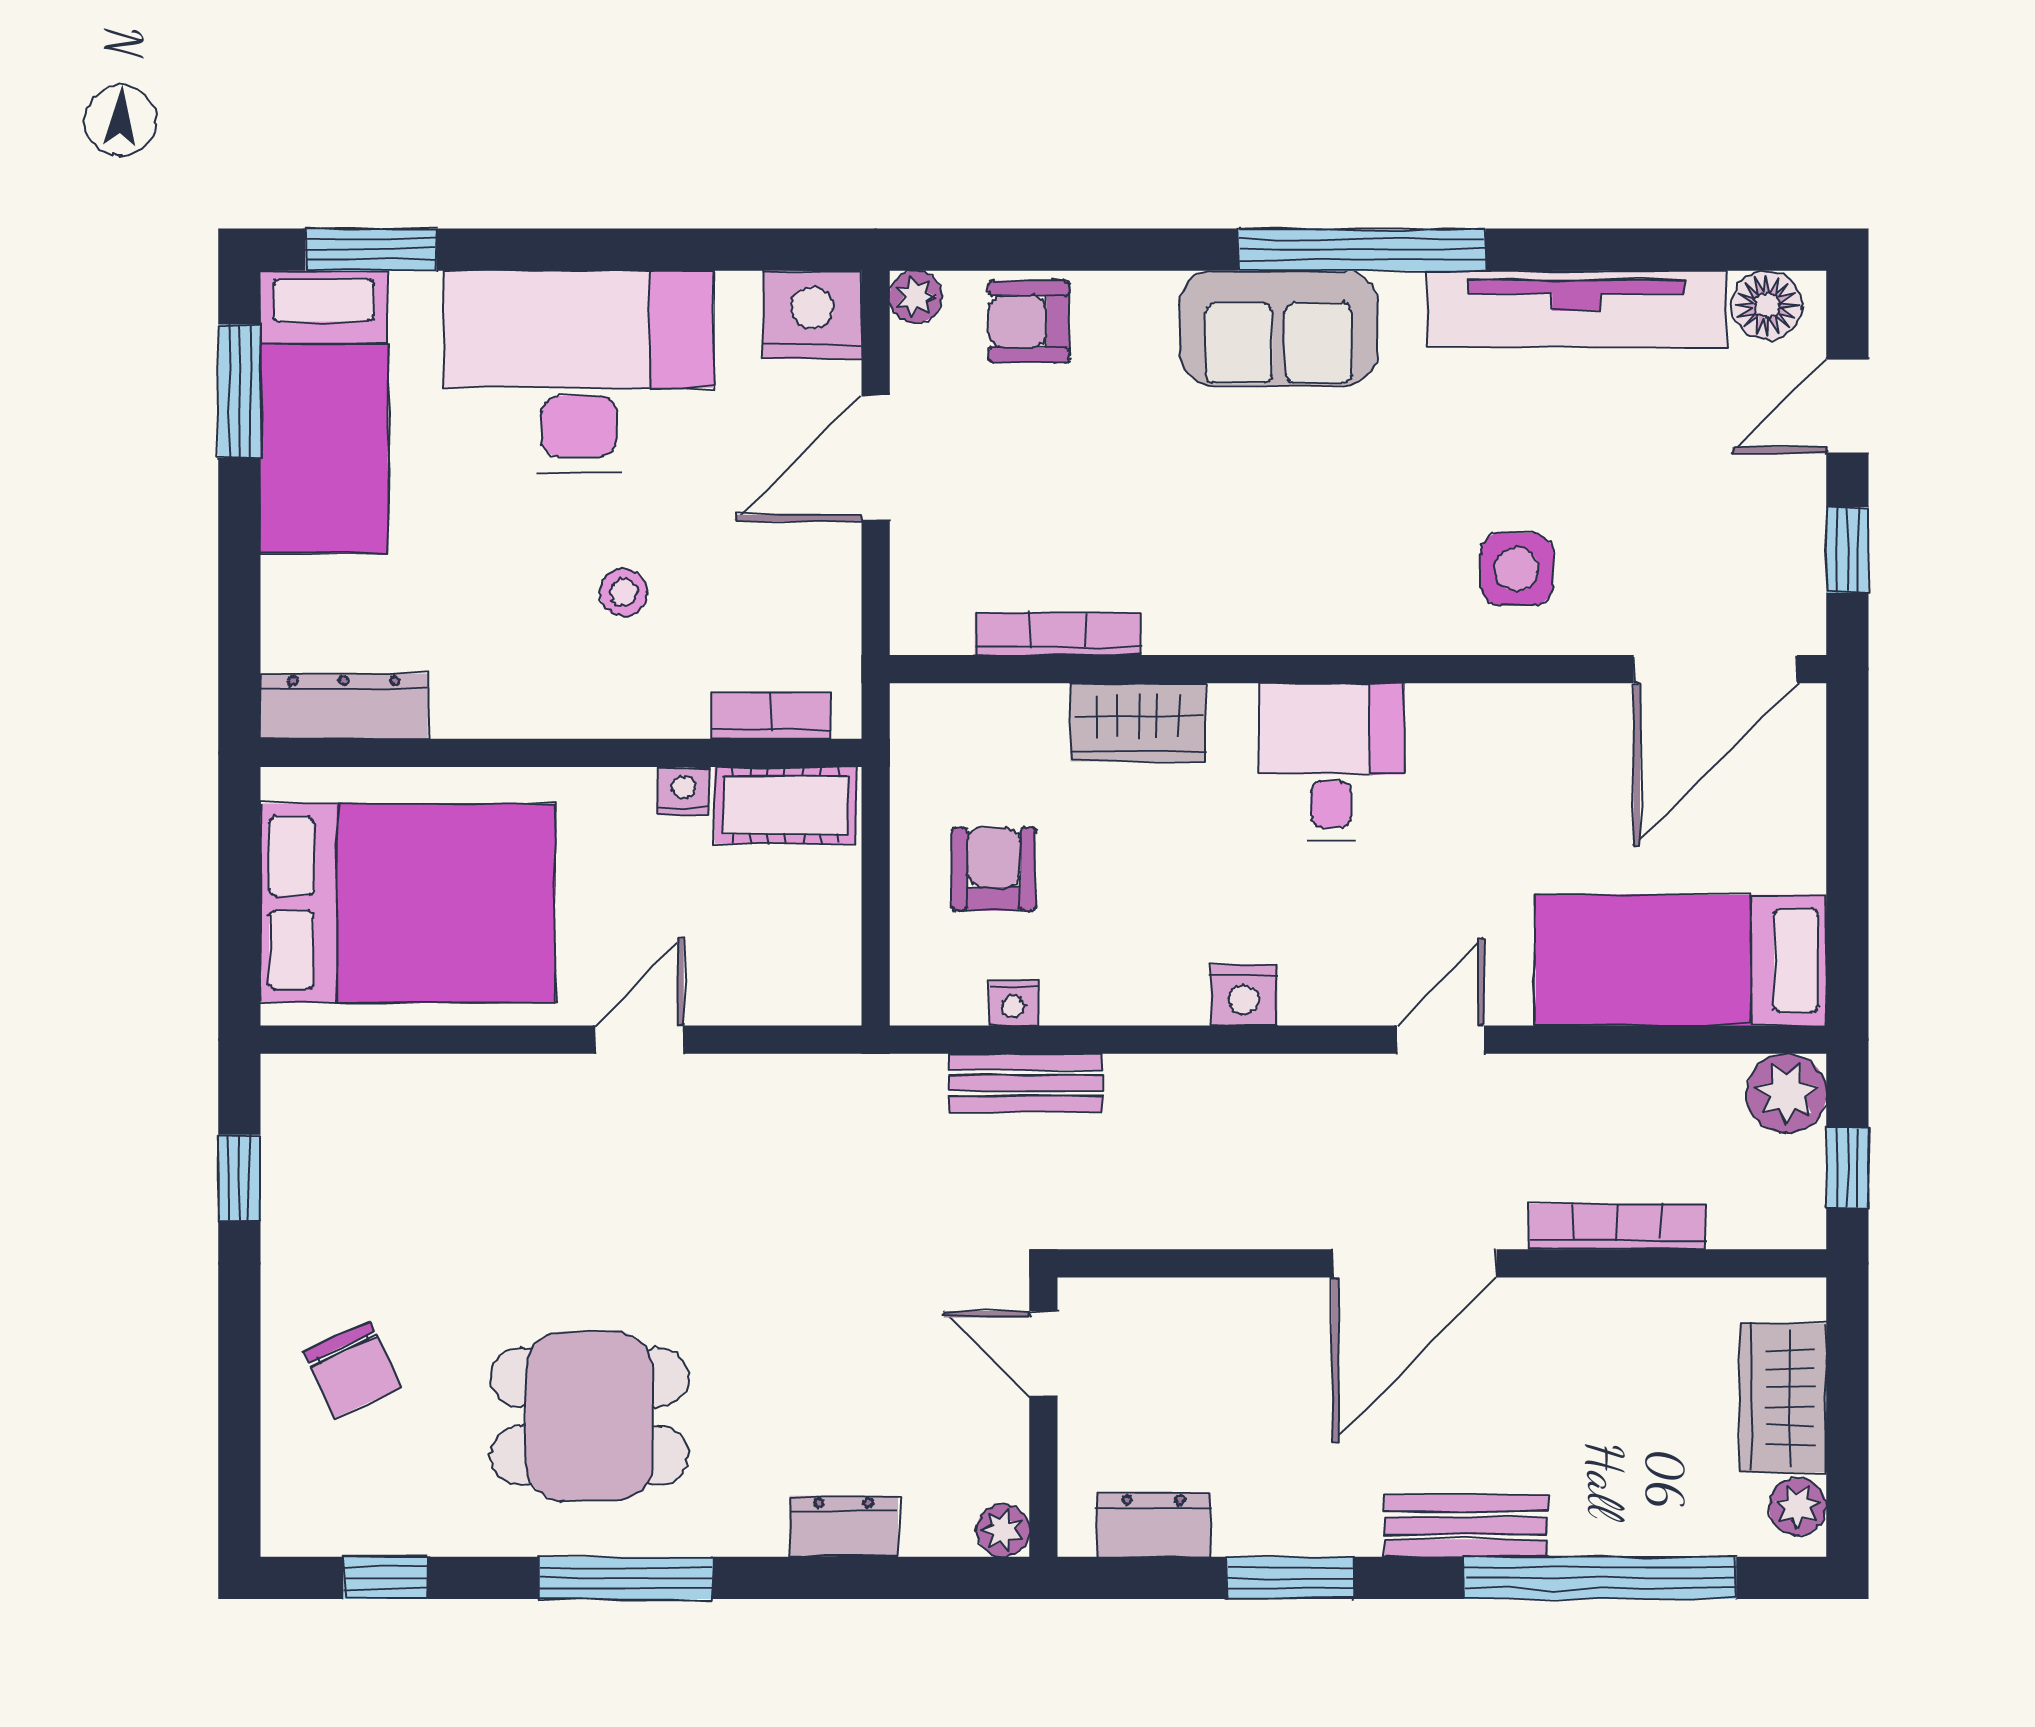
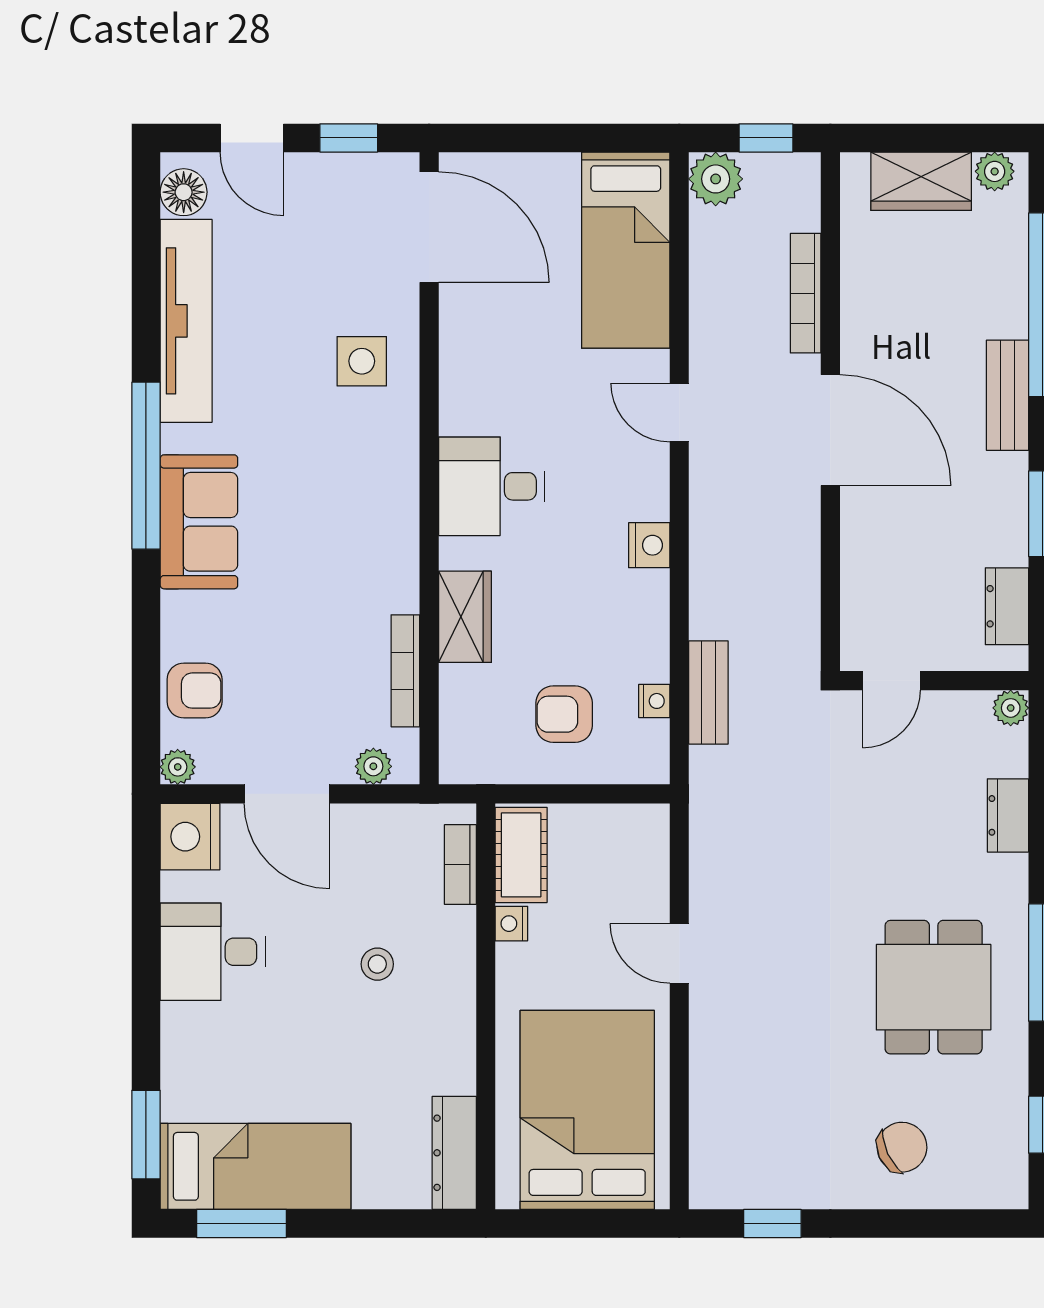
armchair: (1029, 322) -> (195, 691), turned -90
desk: (579, 372) -> (213, 952), width x0.53, depth x0.77
plant: (916, 586) -> (373, 766), added

